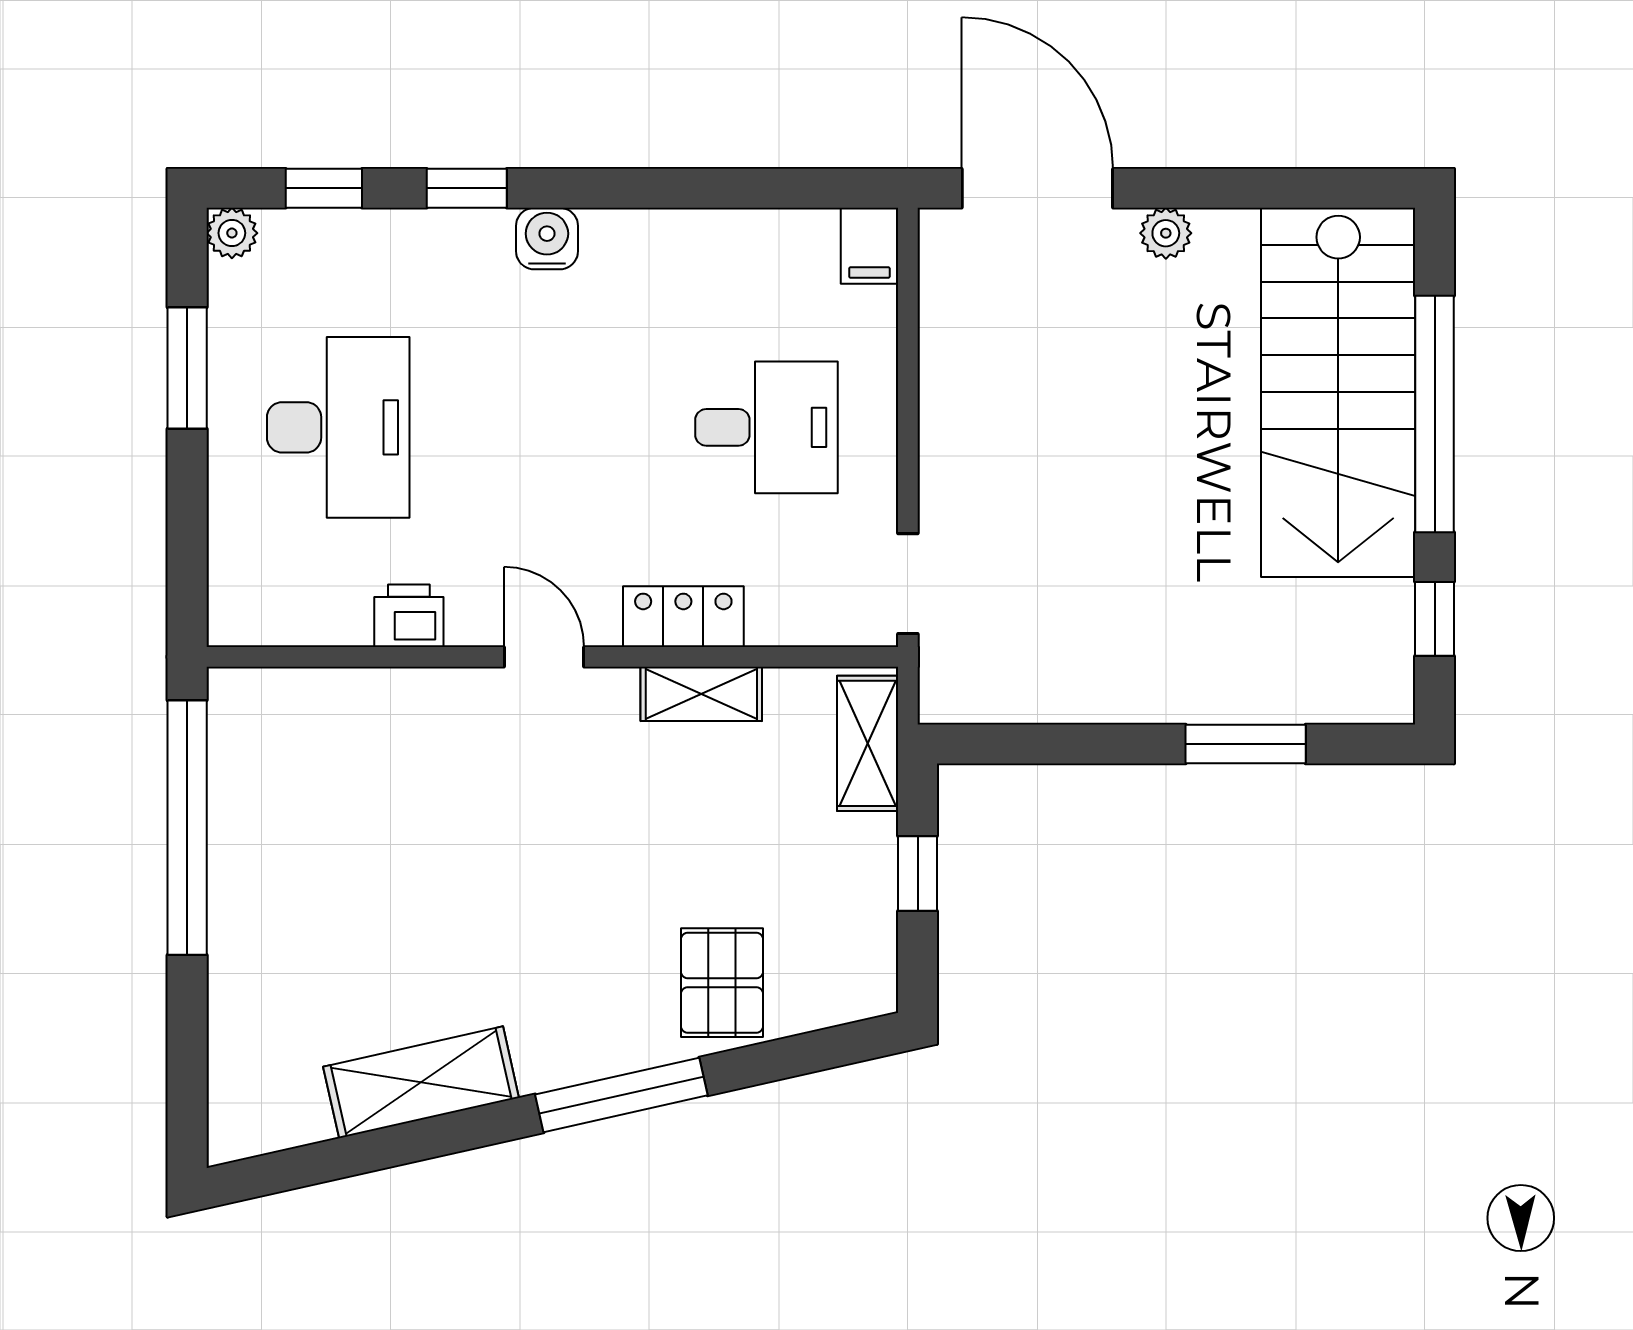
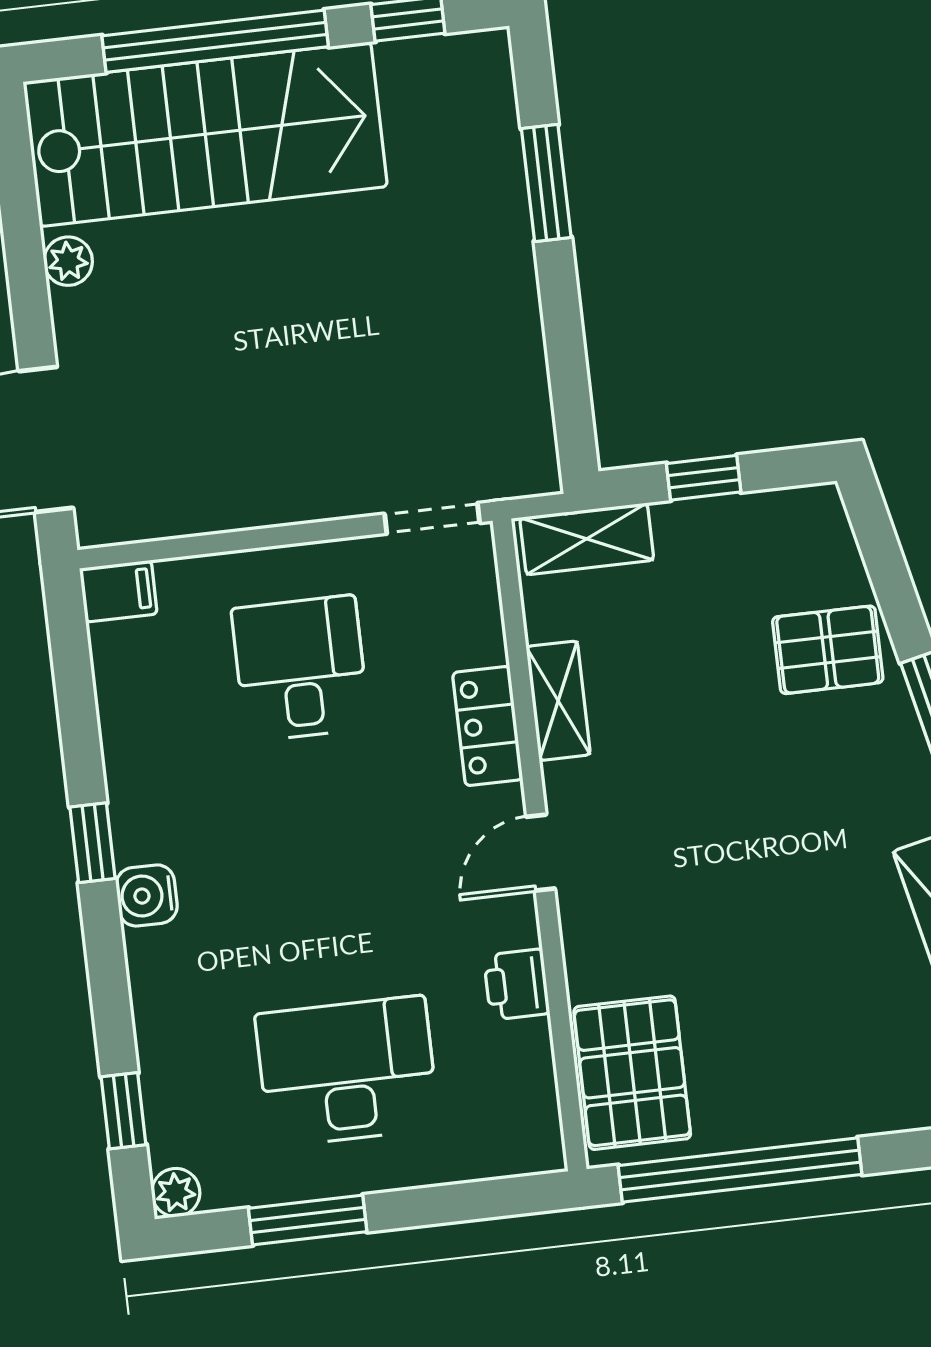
window: (467, 188) -> (93, 843), moved
plant: (1166, 233) -> (68, 261), moved
pallet: (302, 726) -> (632, 1073), added

